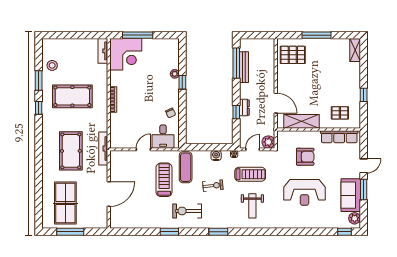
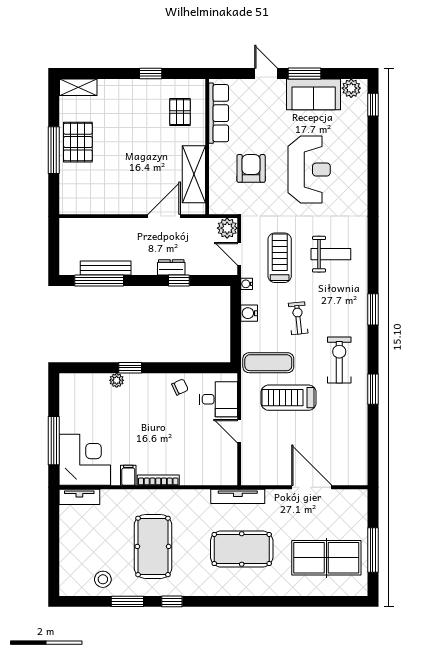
pallet: (293, 55) -> (78, 142), moved
filing cabinet: (116, 81) -> (128, 475), added
exercise bike: (187, 211) -> (339, 360), turned 180

